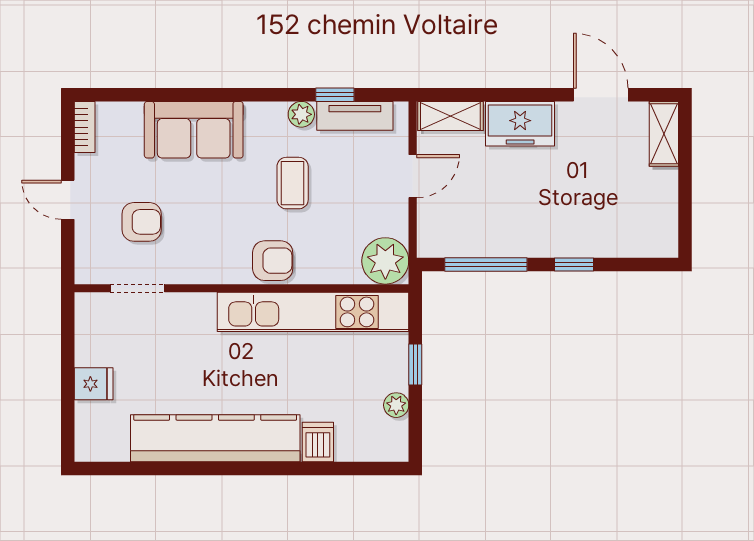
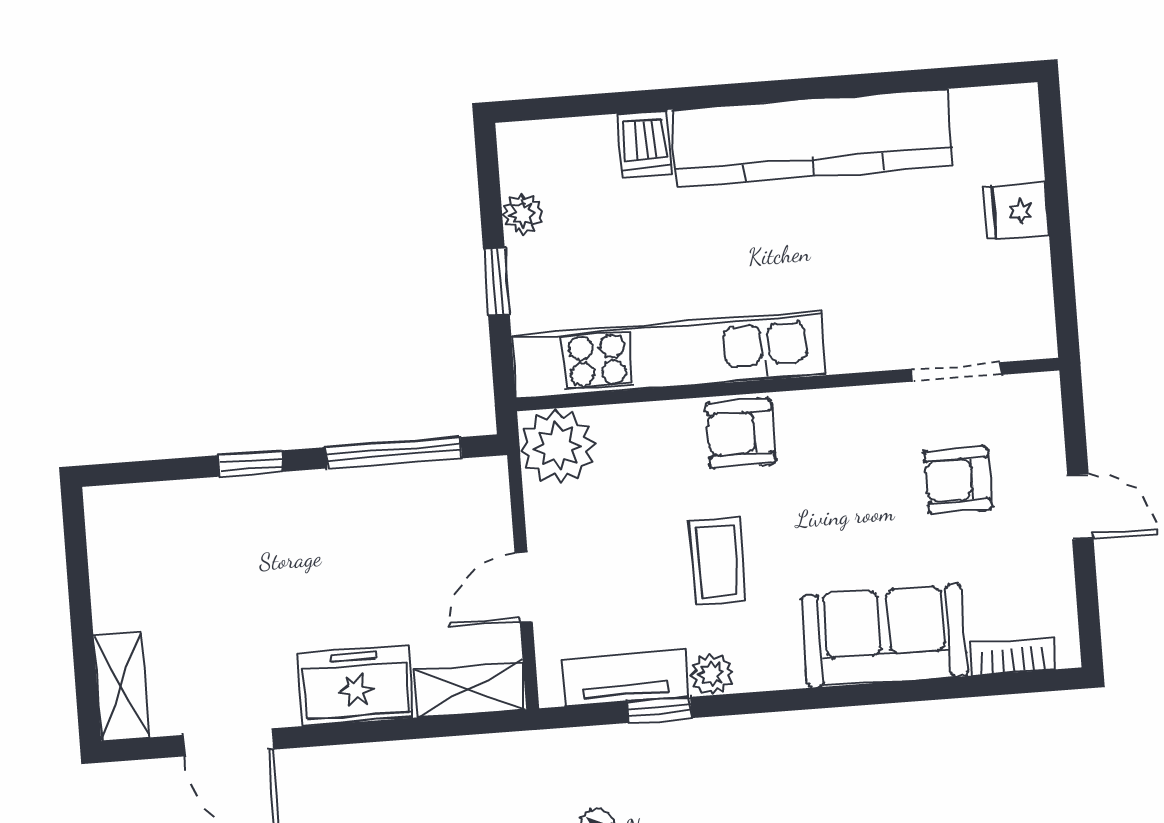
bookcase: (85, 127) -> (1013, 656), moved, turned 90

